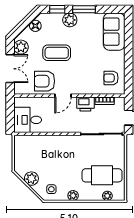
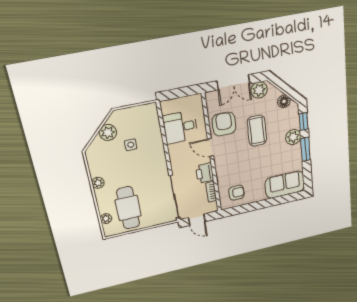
armchair: (111, 78) -> (236, 193), turned 90
desk: (28, 120) -> (180, 127), moved, turned -90
side table: (51, 189) -> (131, 145), moved

